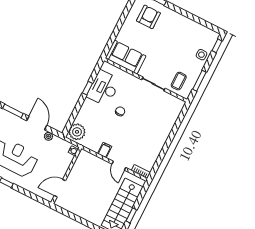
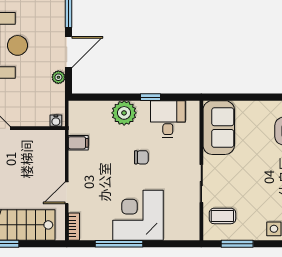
desk: (104, 88) -> (168, 119), width x0.73
corner desk: (153, 130) -> (138, 215), added
plant: (77, 132) -> (124, 113), moved
filing cabinet: (105, 150) -> (78, 143), moved
window: (164, 150) -> (119, 244), added

